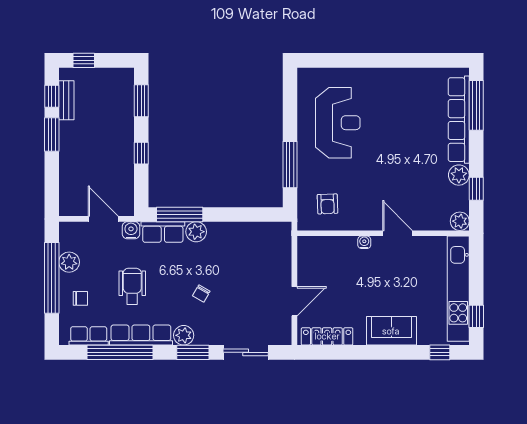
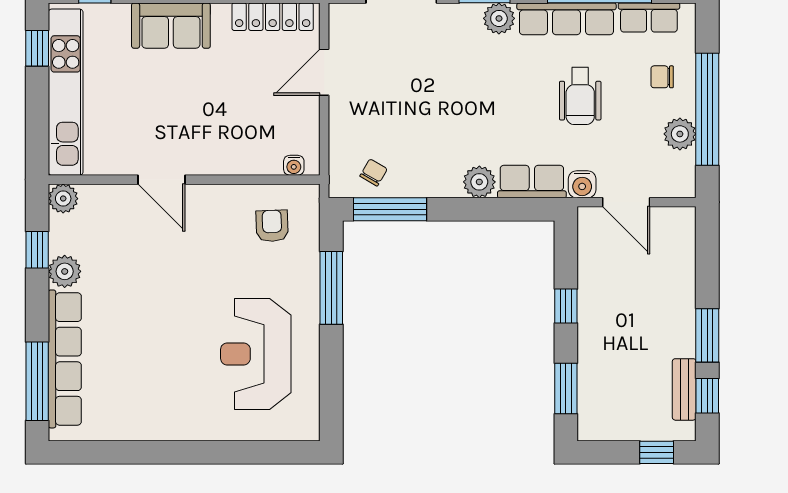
window: (180, 214) -> (390, 209), moved
water cooler: (364, 242) -> (294, 165), moved
chair: (201, 294) -> (374, 172), moved

